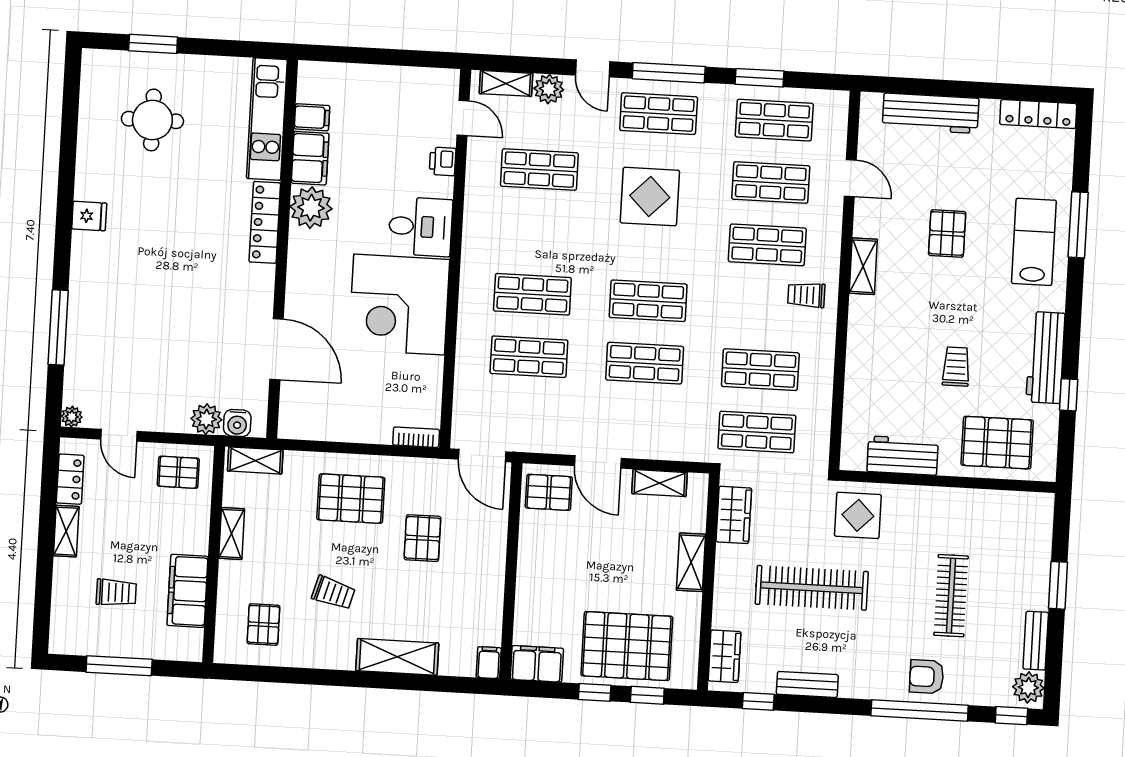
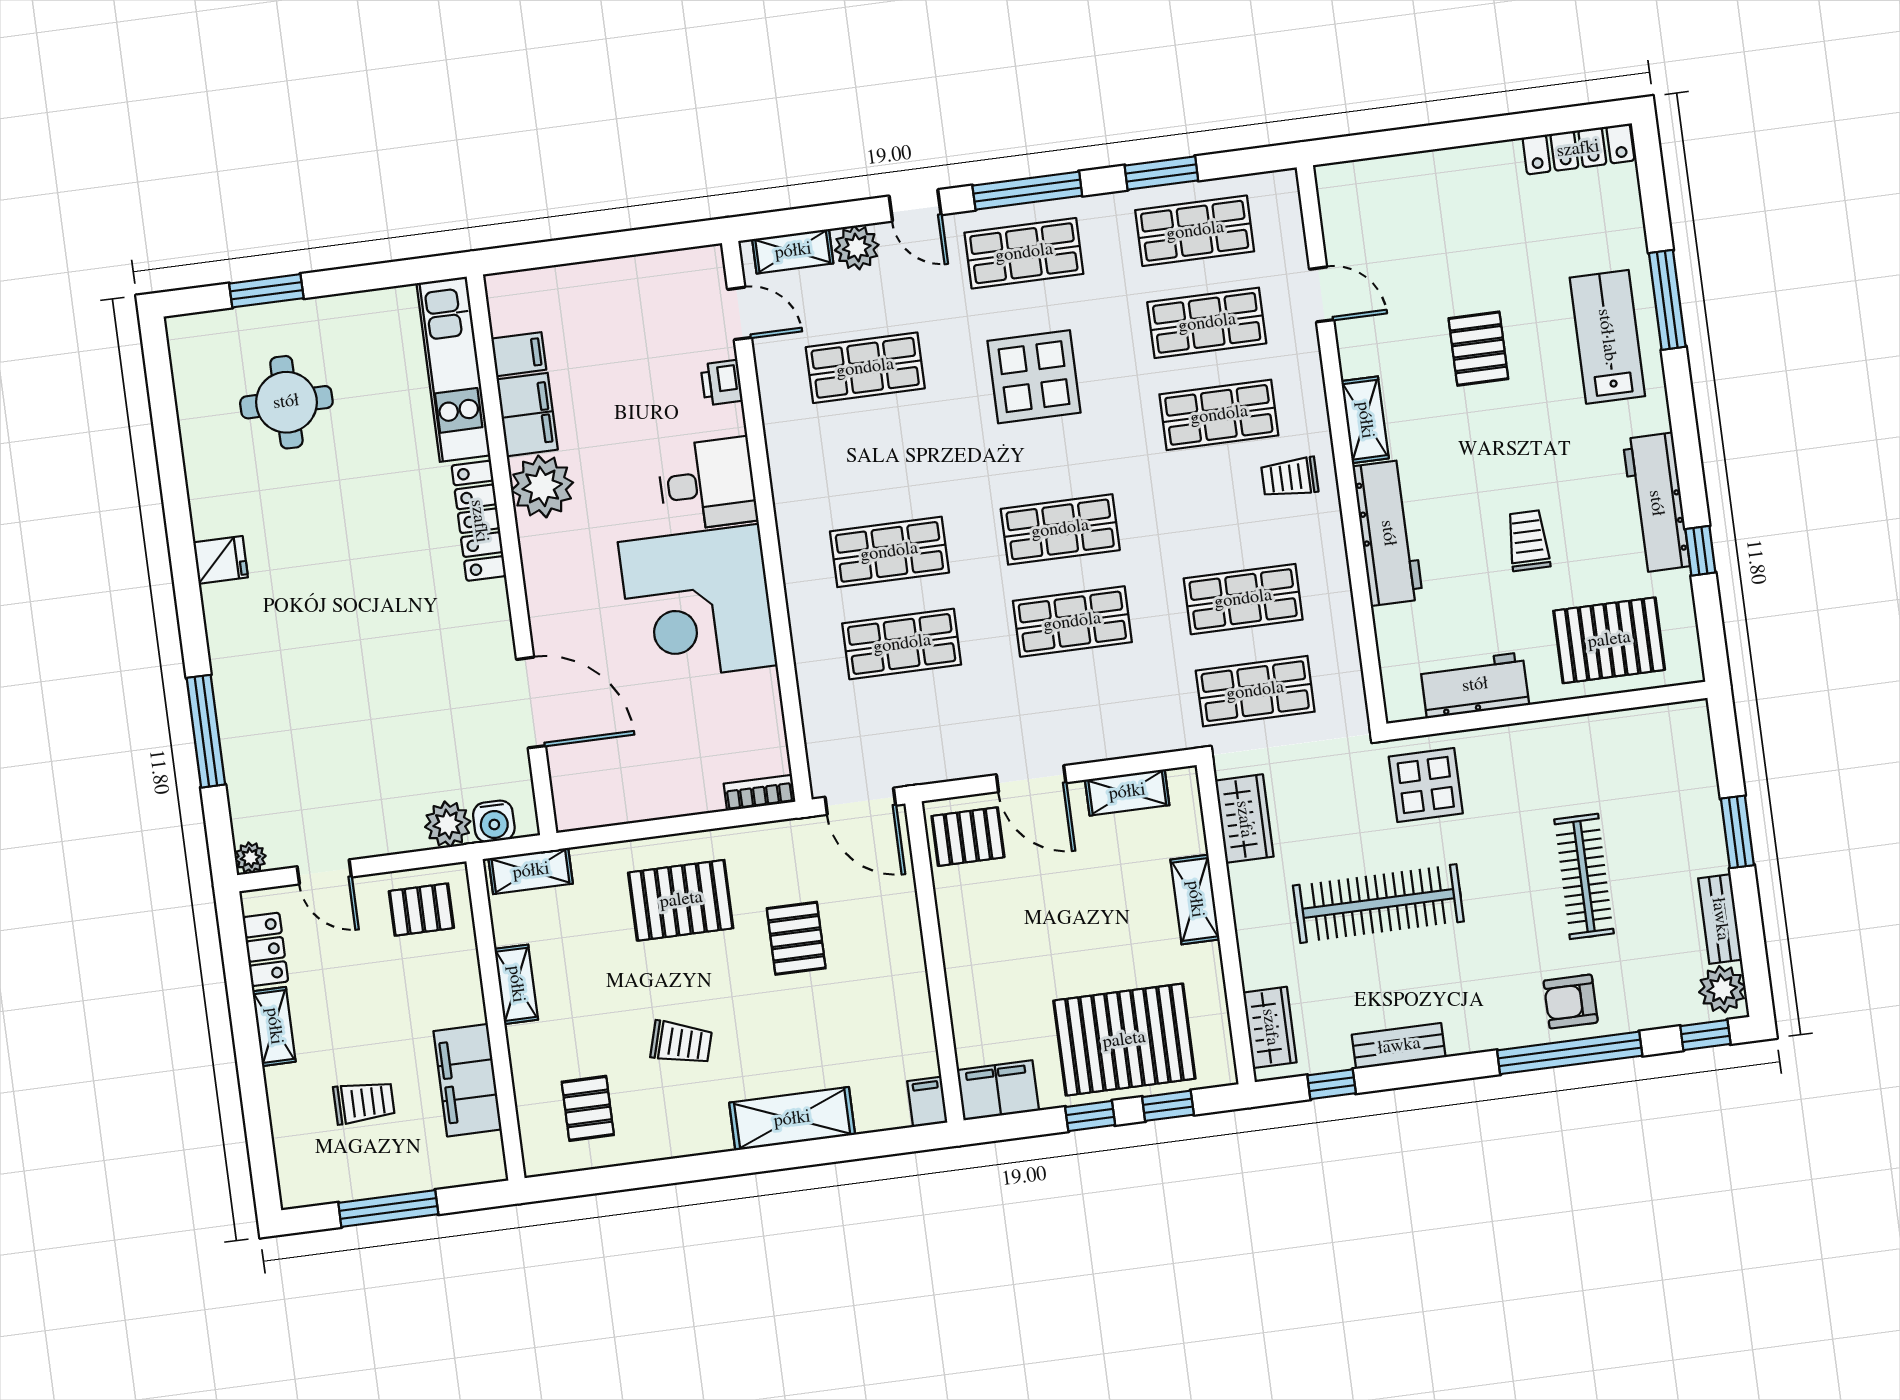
workbench: (931, 113) -> (1388, 533), moved, turned -90

